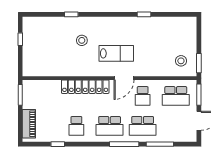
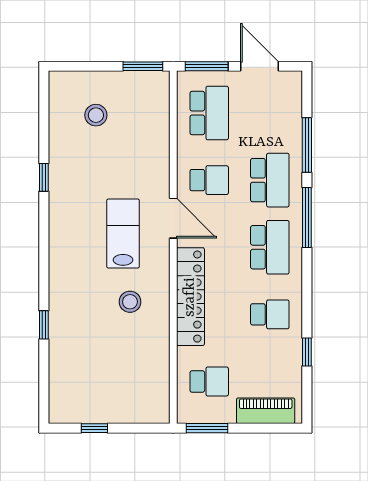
stool: (82, 40) -> (130, 302), moved
stool: (181, 61) -> (96, 115), moved
school desk: (43, 96) -> (209, 381), added

